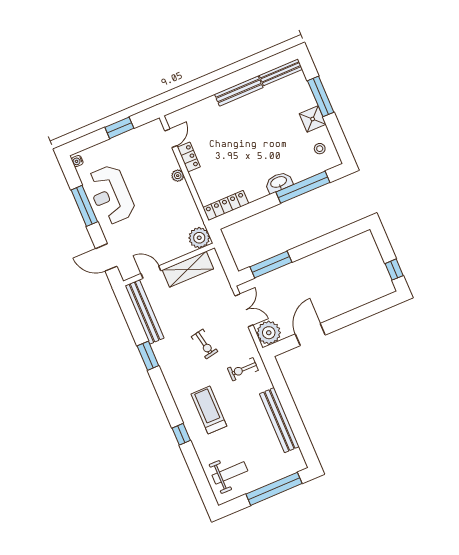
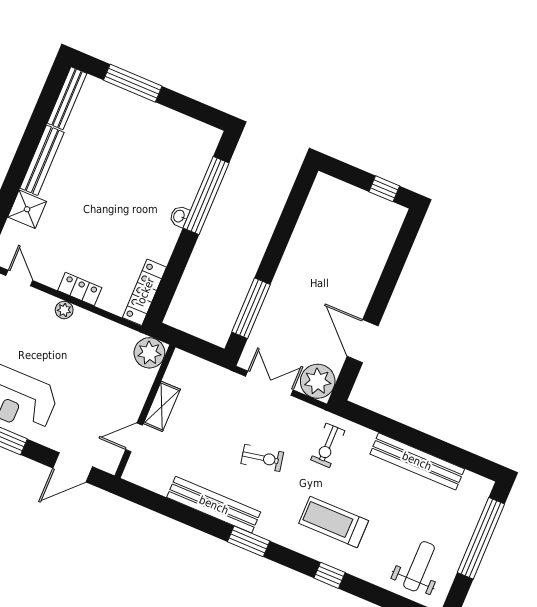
shower: (313, 119) -> (27, 209), moved
stool: (320, 149) -> (185, 138), removed
locker: (189, 157) -> (80, 289), moved
washbasin: (279, 182) -> (179, 216), width x0.52, depth x0.69
shelving: (188, 269) -> (162, 406), width x0.67, depth x0.75
bench: (144, 312) -> (214, 505), moved
window: (148, 356) -> (249, 541), moved

